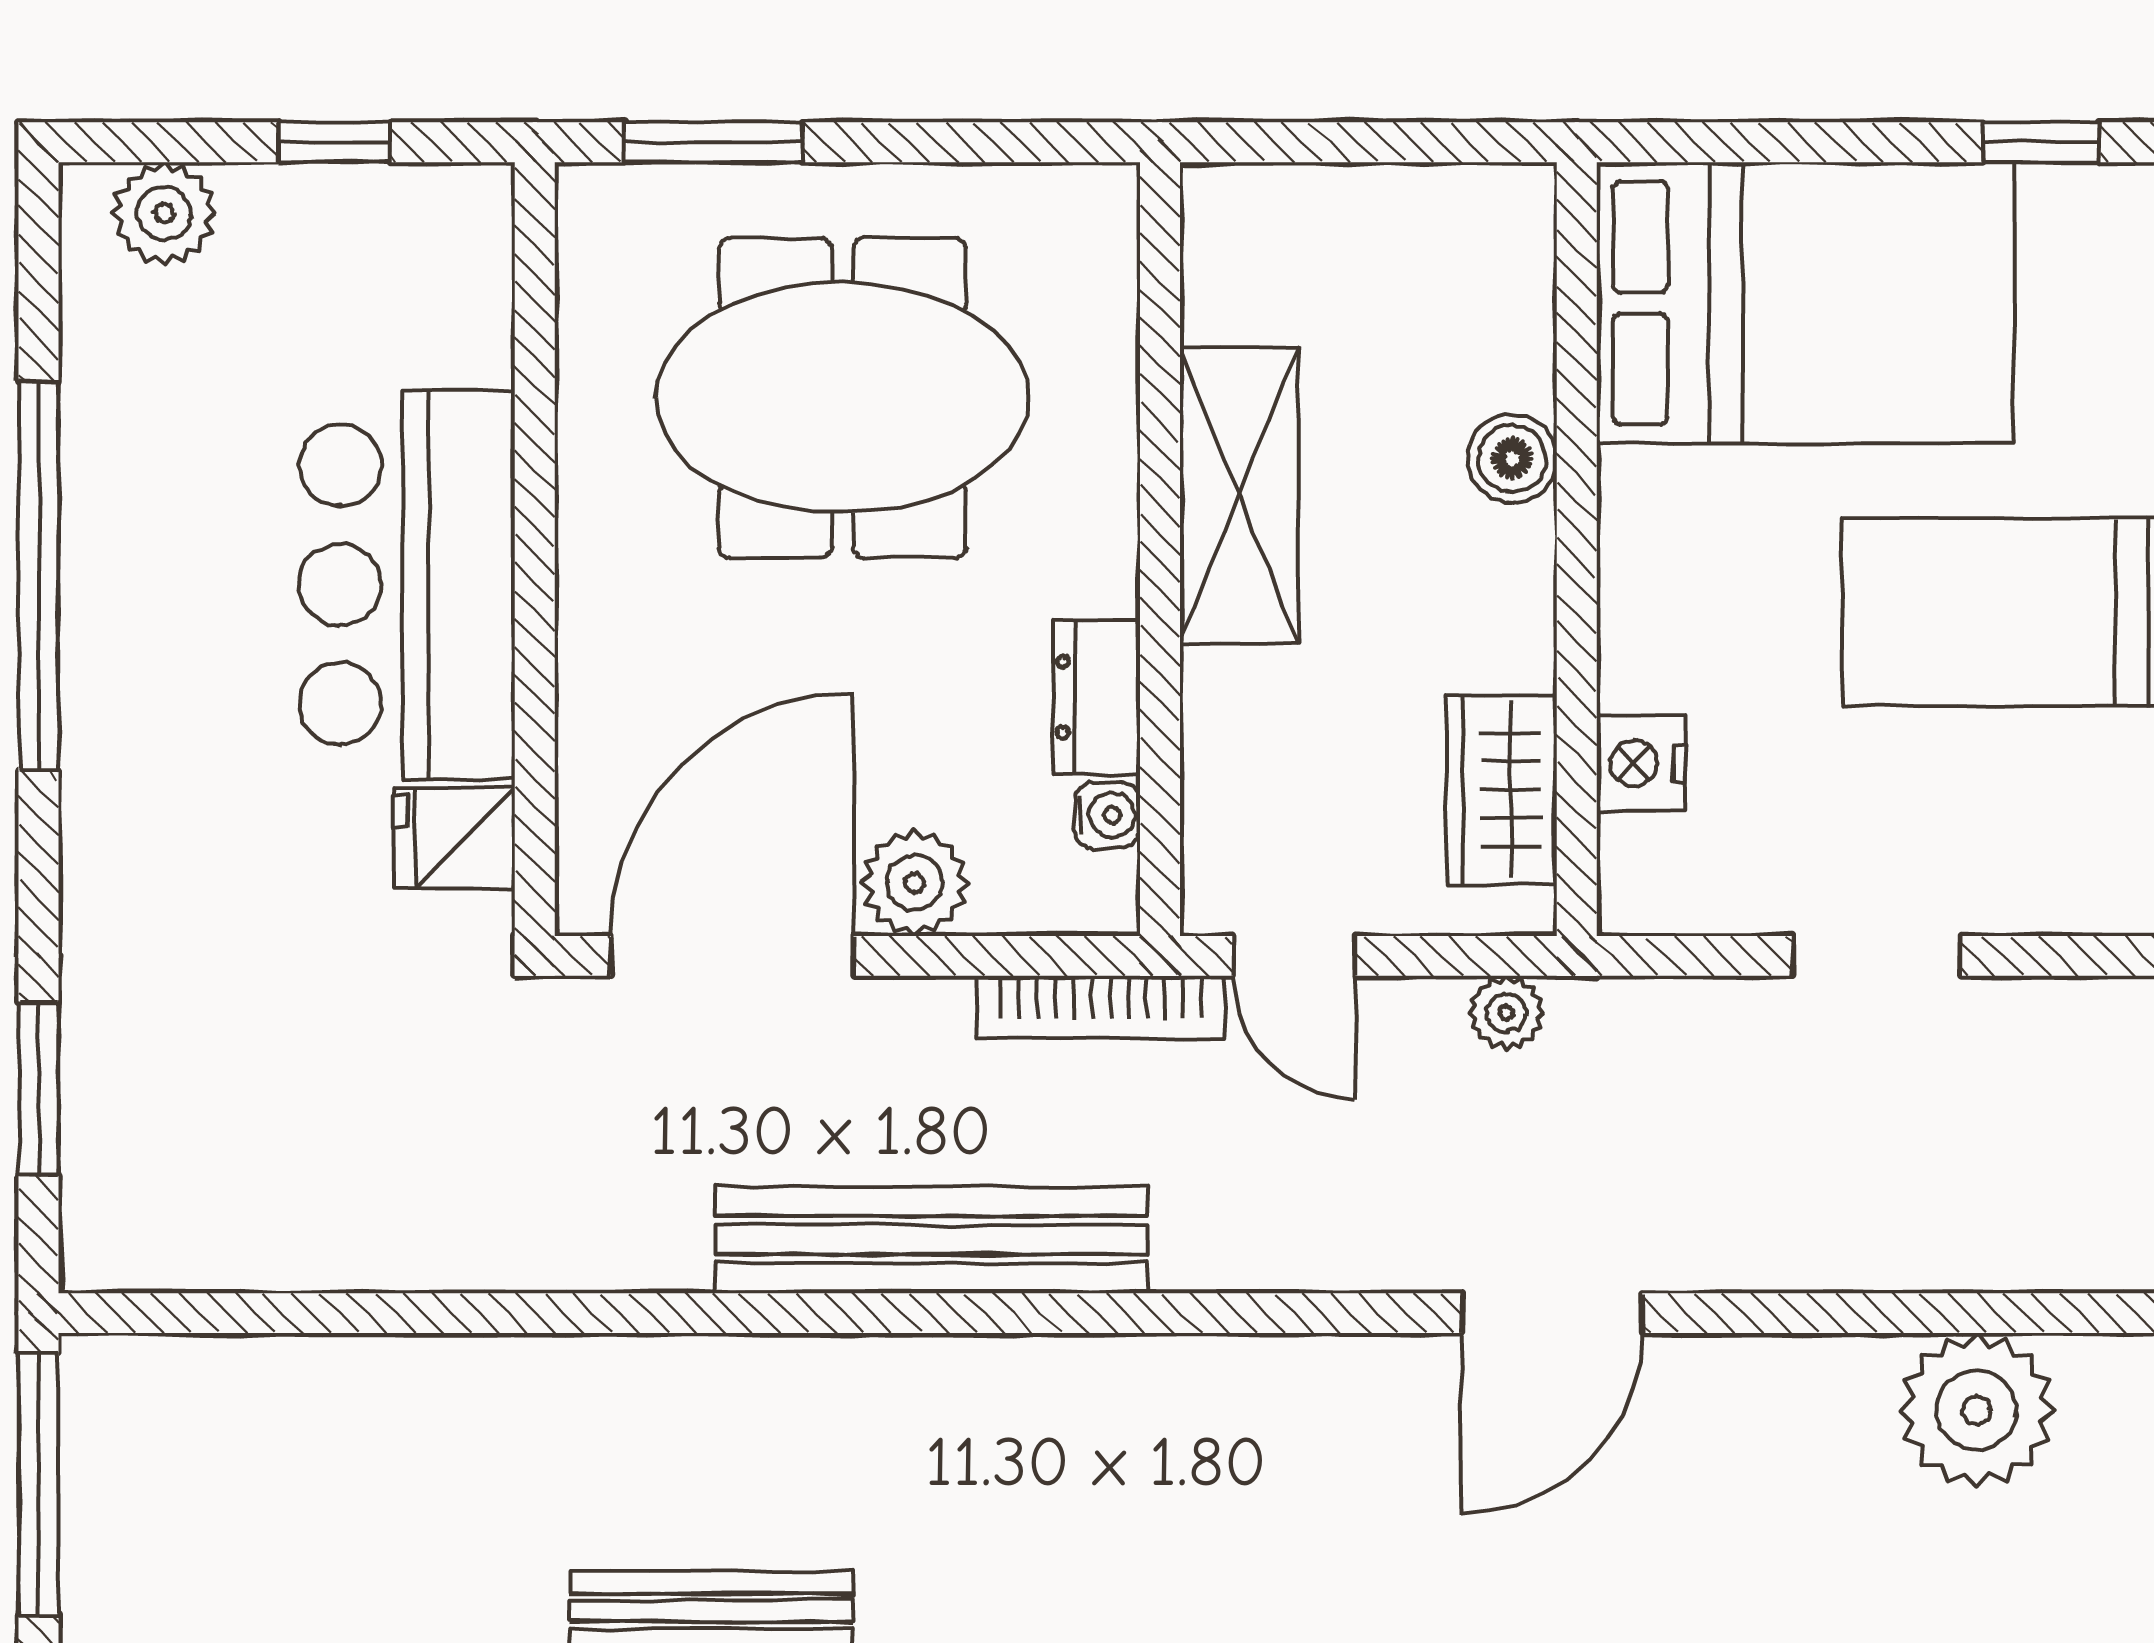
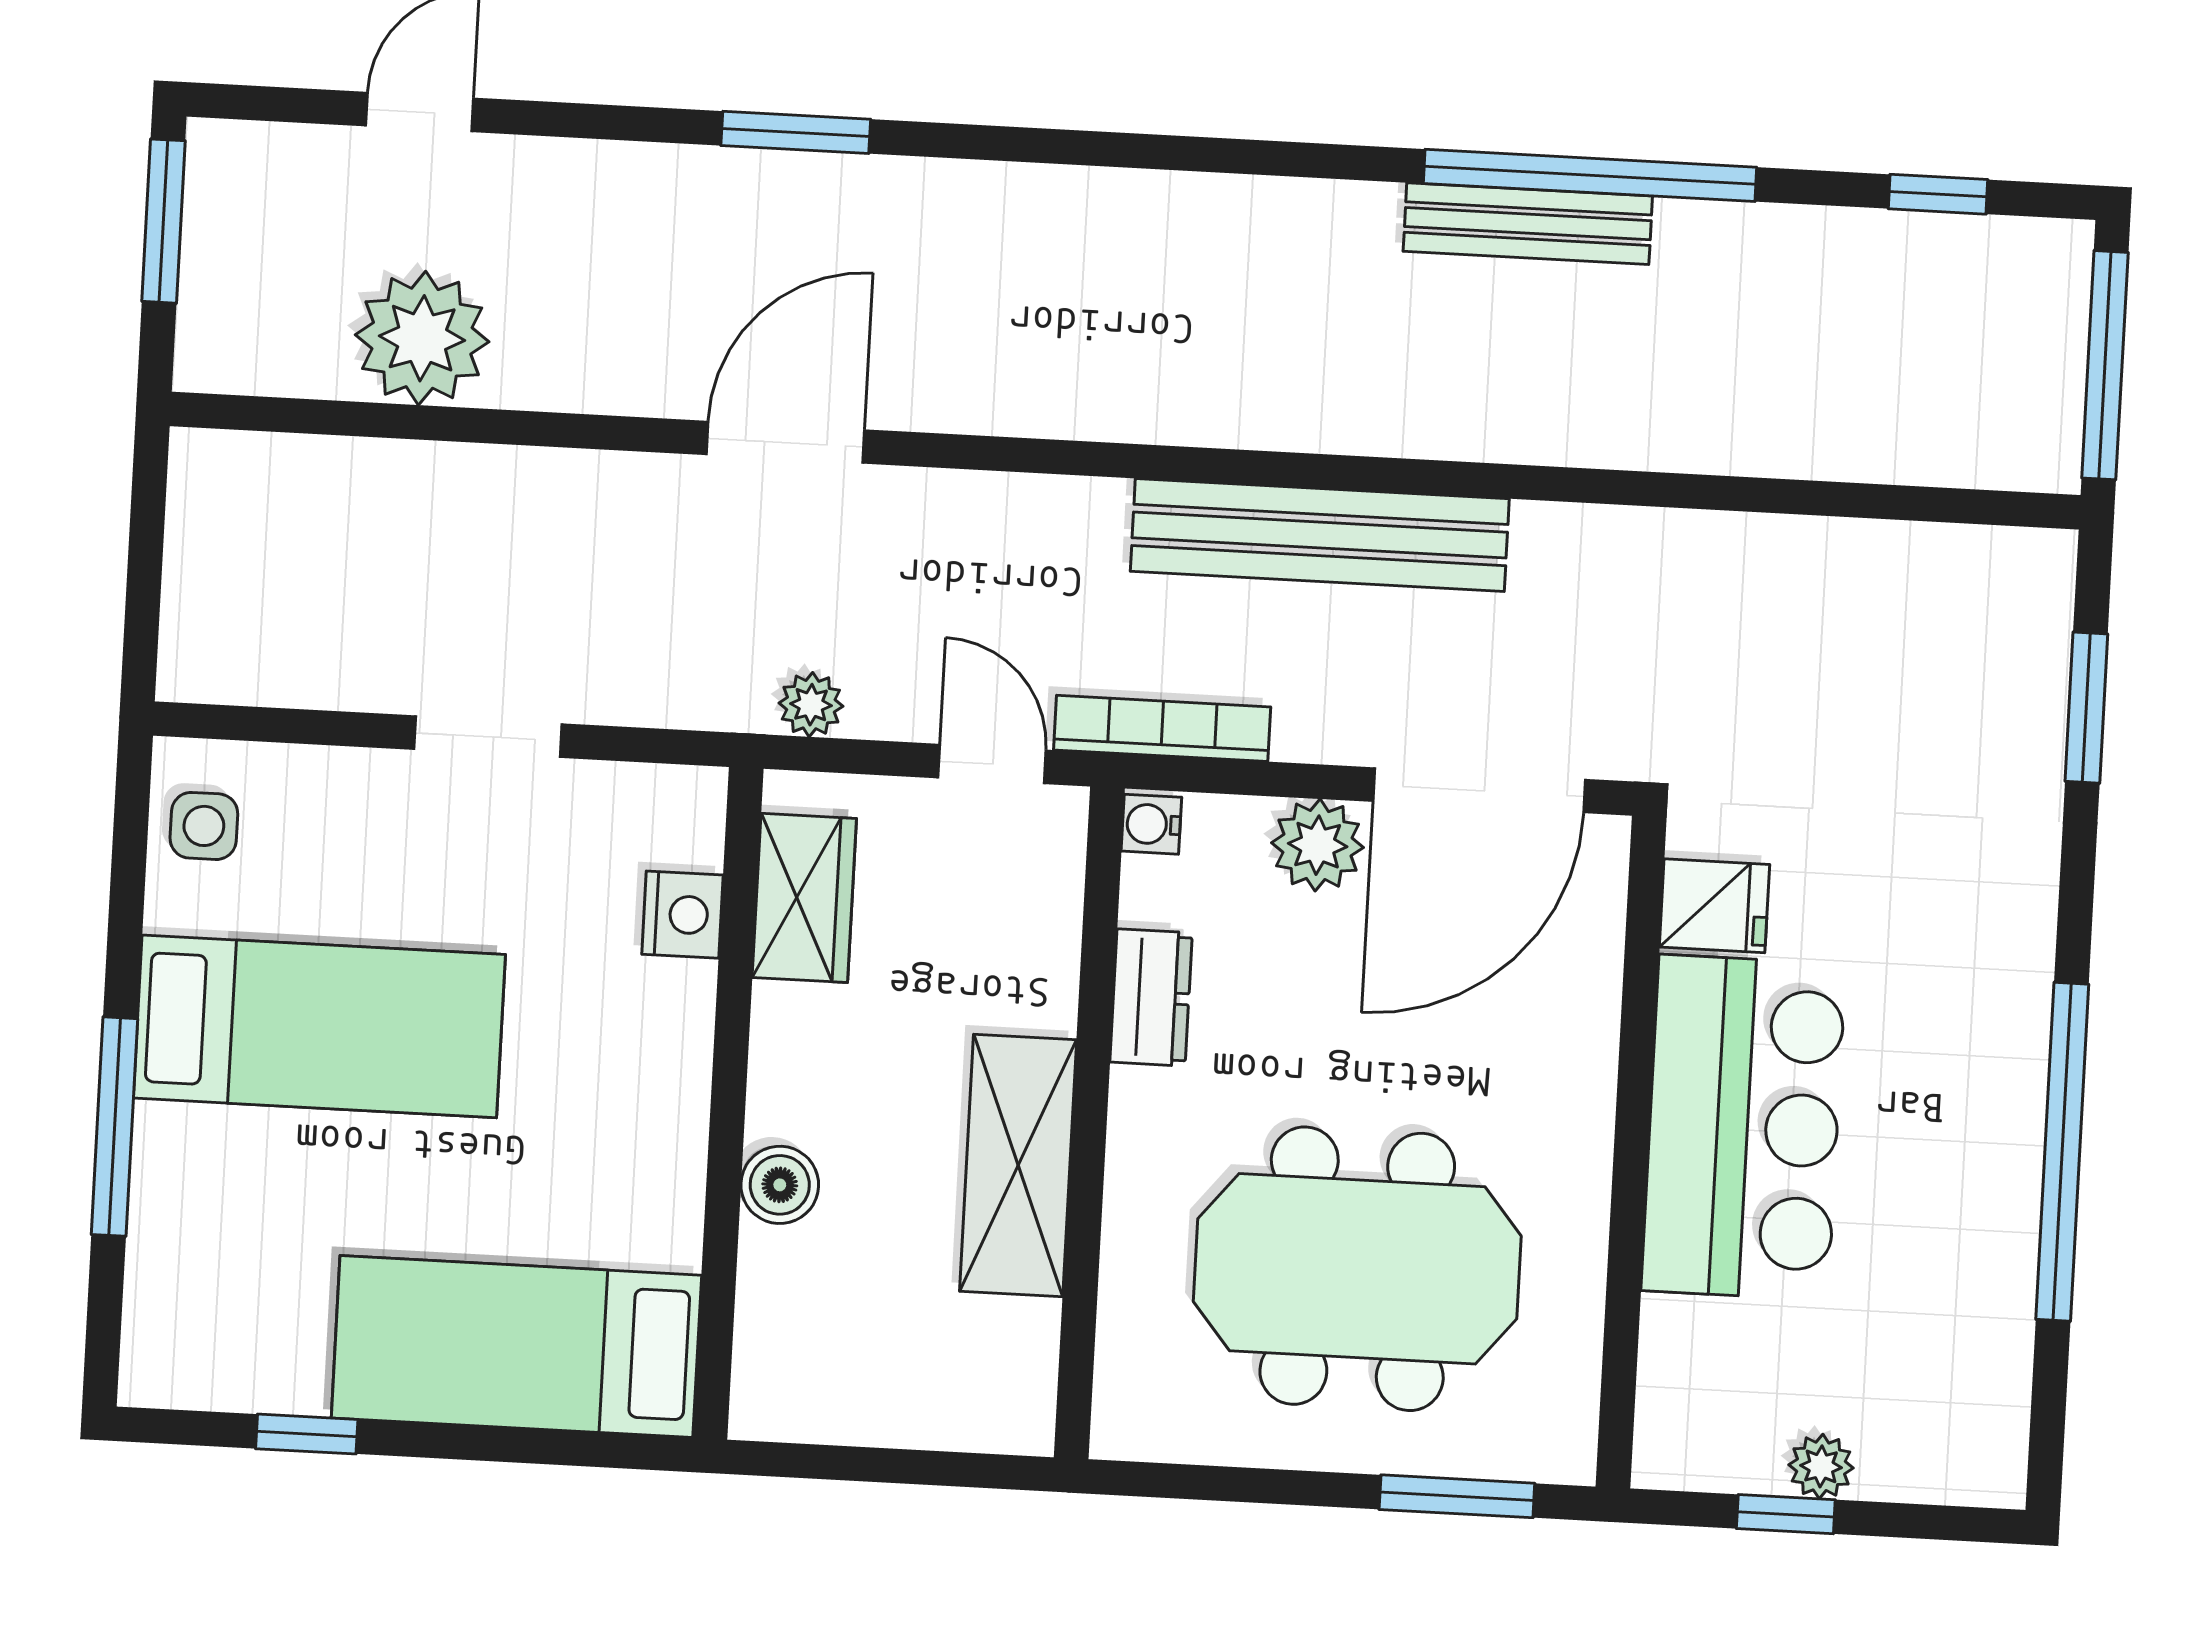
plant: (164, 213) -> (1821, 1466), moved, width x0.73, depth x0.73
bed: (1805, 303) -> (516, 1347), width x0.67
water cooler: (1107, 815) -> (1151, 824), moved

